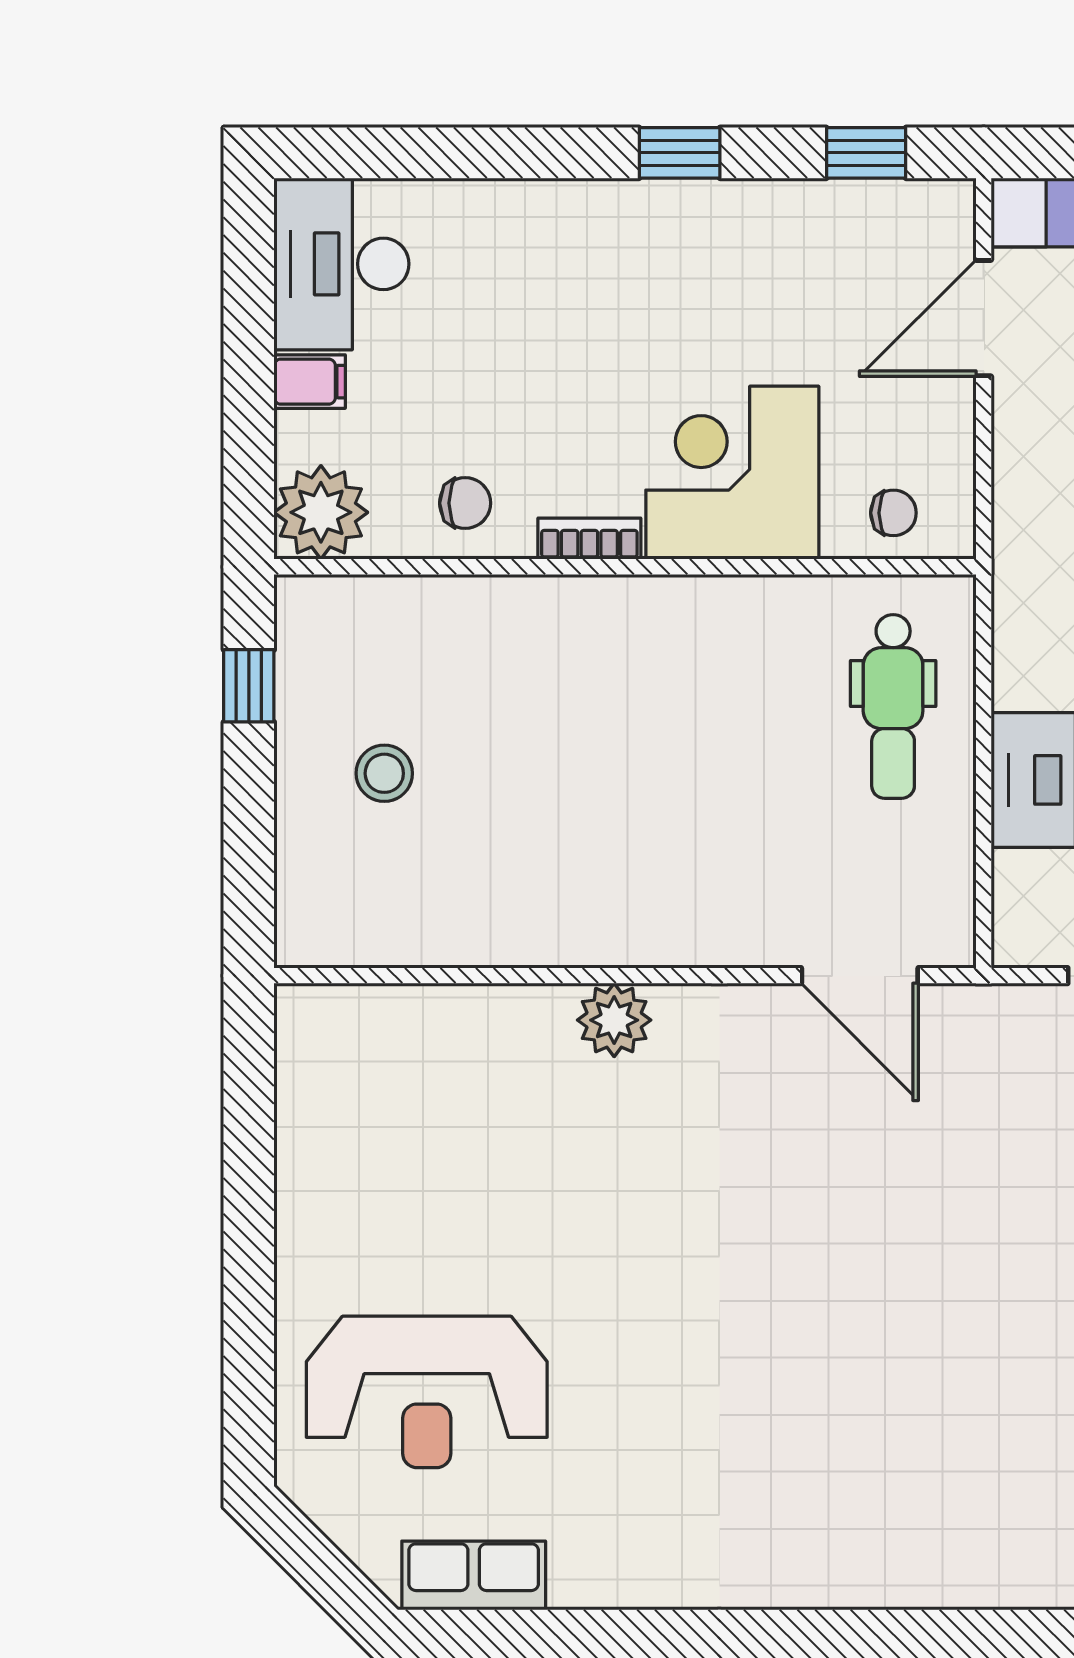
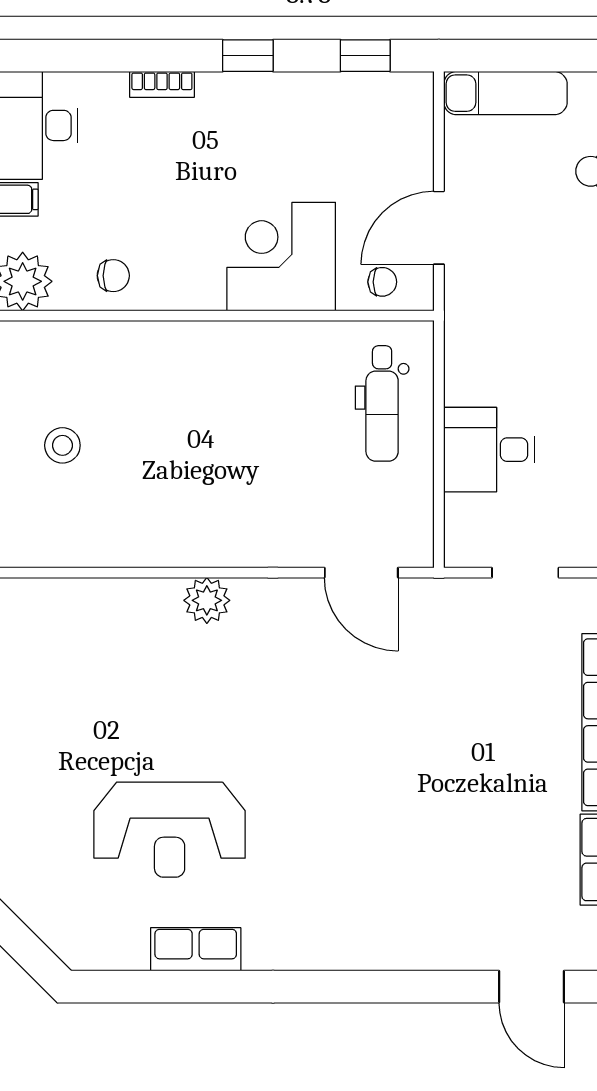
door: (984, 318) -> (439, 228), moved
bookcase: (589, 539) -> (162, 84), moved, turned 180
reception desk: (427, 1392) -> (170, 830), moved
row of seats: (474, 1575) -> (196, 949), moved

